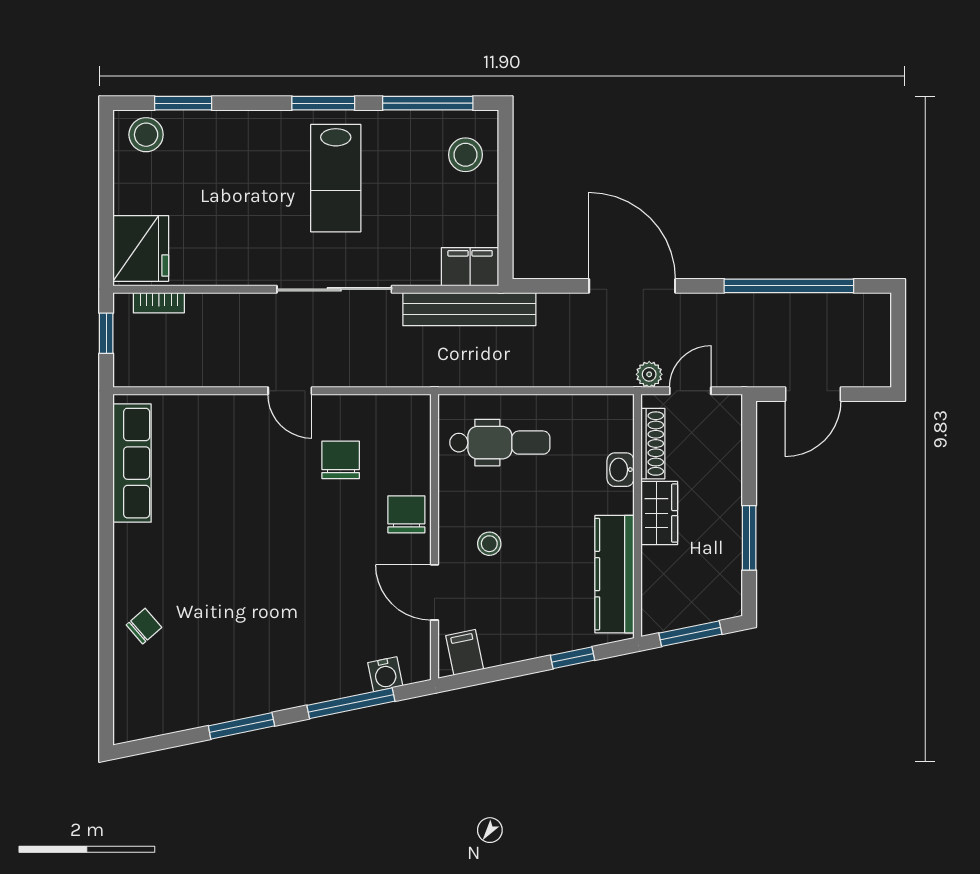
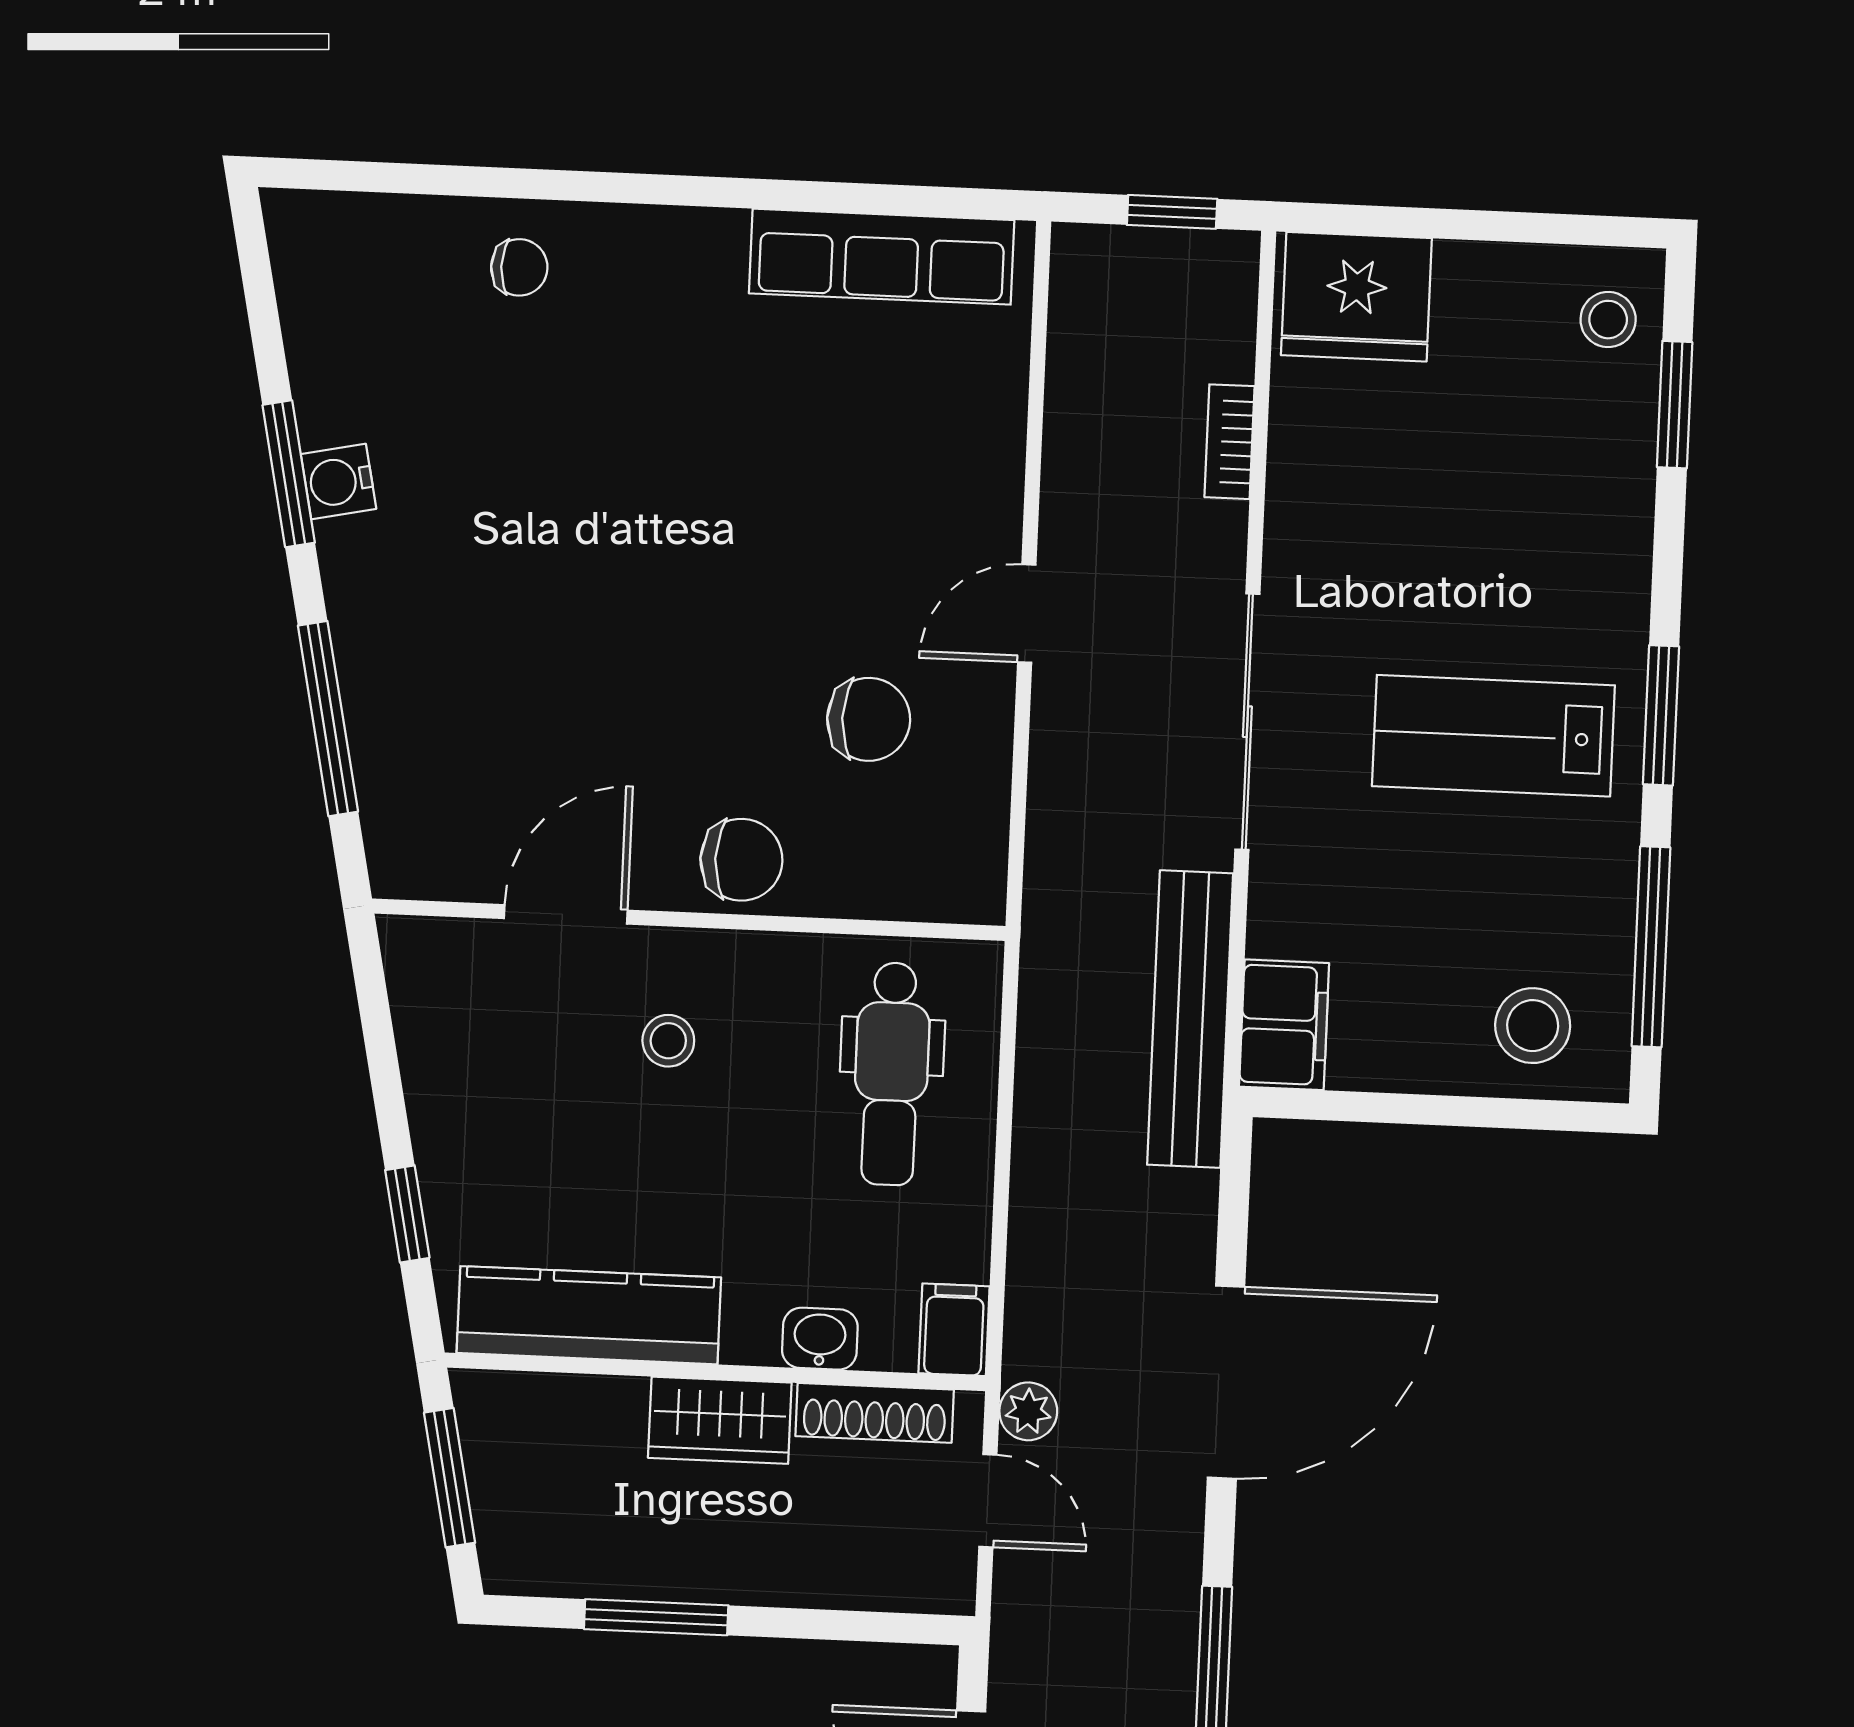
stool: (146, 135) -> (1608, 320), width x0.73, depth x0.73
bookcase: (159, 303) -> (1229, 442), moved
chair: (144, 626) -> (519, 267), turned -49
filing cabinet: (465, 652) -> (954, 1330), moved, turned -78
water cooler: (385, 674) -> (339, 482), moved

